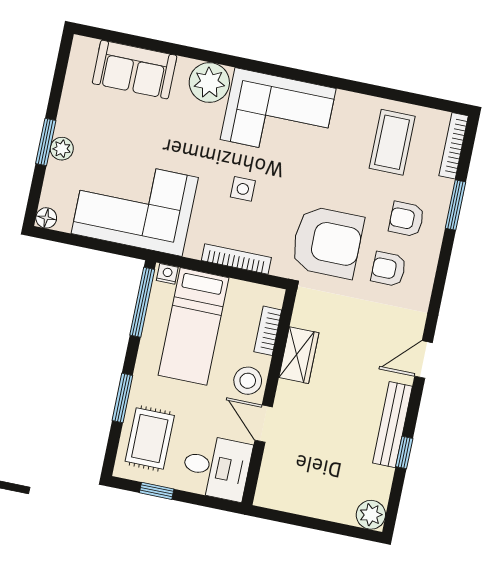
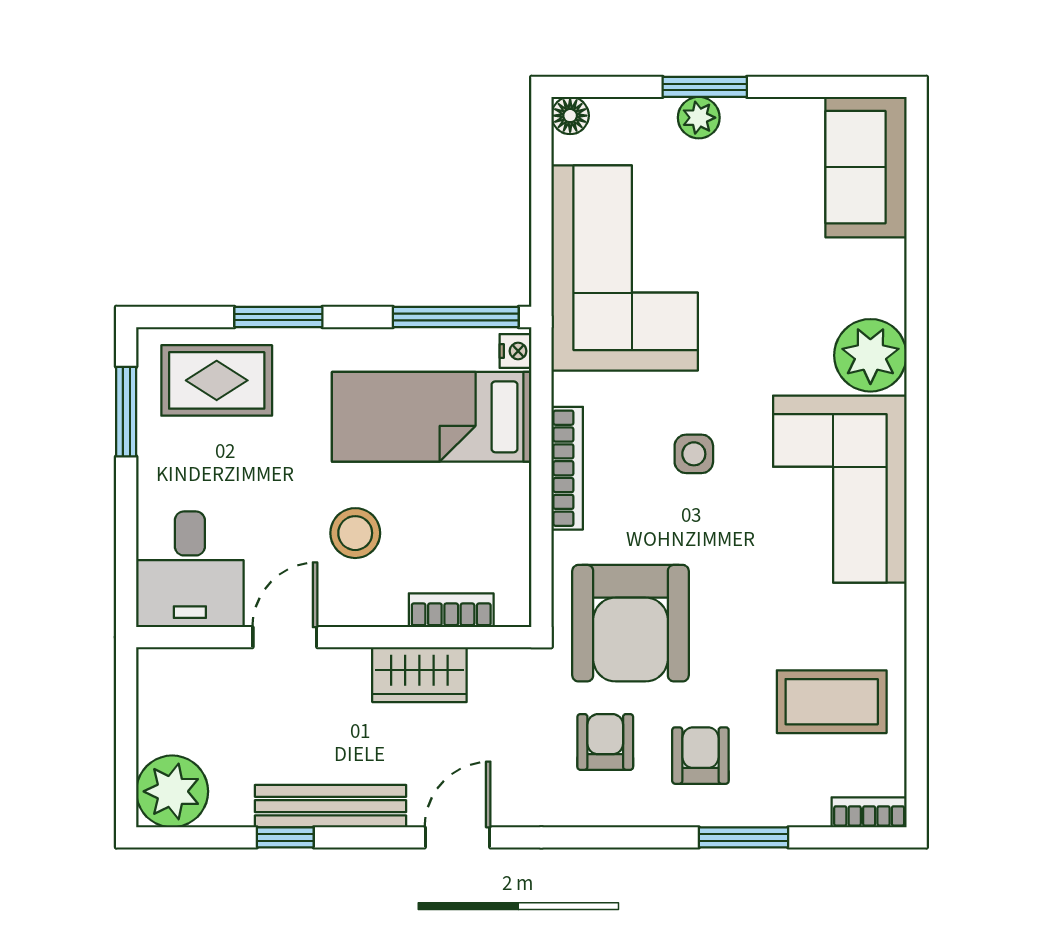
sofa: (135, 70) -> (866, 167), moved
bookcase: (454, 146) -> (869, 812), width x0.64
bookcase: (268, 331) -> (451, 610), moved
wardrobe: (299, 355) -> (419, 675), moved
door: (424, 359) -> (458, 837), hinge flipped
wall: (269, 397) -> (334, 637), moved
door: (264, 424) -> (285, 637), moved
desk: (216, 467) -> (190, 569), moved
window: (157, 491) -> (126, 412), width x1.50
plant: (371, 515) -> (172, 791), width x1.36, depth x1.36

